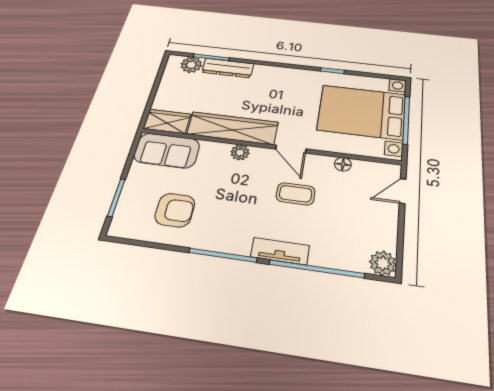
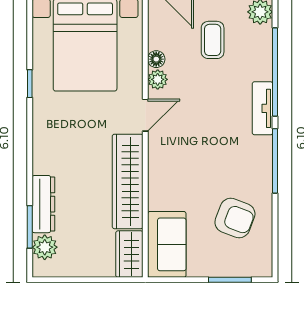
plant: (240, 152) -> (158, 79), moved
coffee table: (296, 194) -> (213, 40), moved
armchair: (175, 210) -> (235, 218), turned 111

